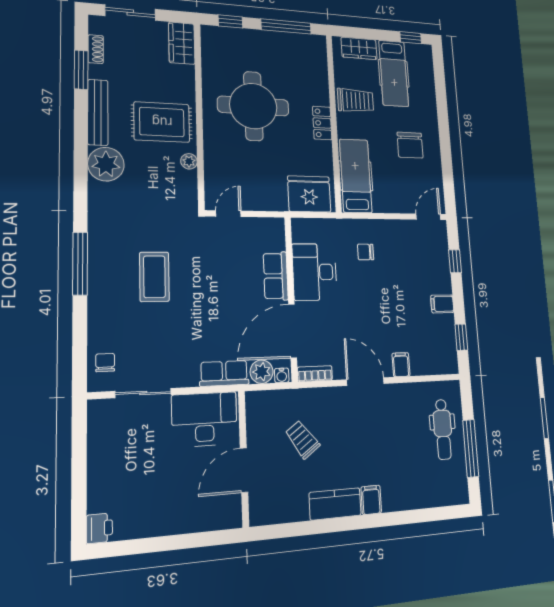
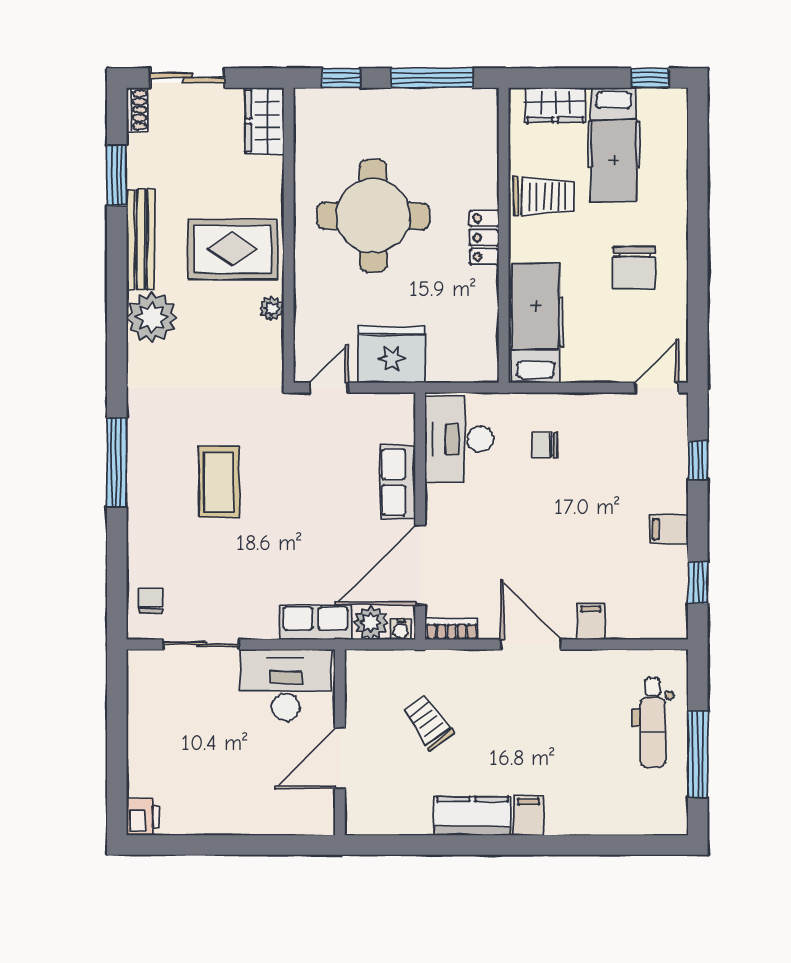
shoe rack: (96, 49) -> (137, 110), moved
fridge: (309, 194) -> (392, 354), moved
desk: (315, 272) -> (459, 439), moved

